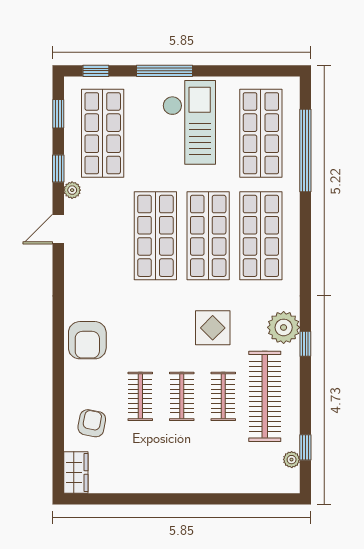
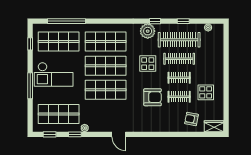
window: (96, 71) -> (30, 44), moved
checkout: (189, 122) -> (54, 74), turned 180
door: (58, 229) -> (119, 134), moved
armchair: (87, 340) -> (153, 97), moved
clothes rail: (223, 396) -> (179, 59), width x1.36
window: (305, 447) -> (183, 21), moved
display table: (150, 454) -> (206, 92), added

